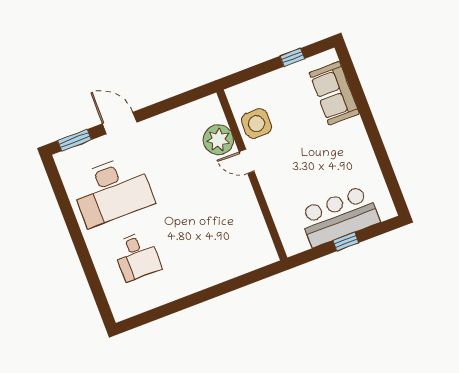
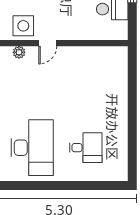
plant: (218, 140) -> (19, 52), width x0.53, depth x0.53

